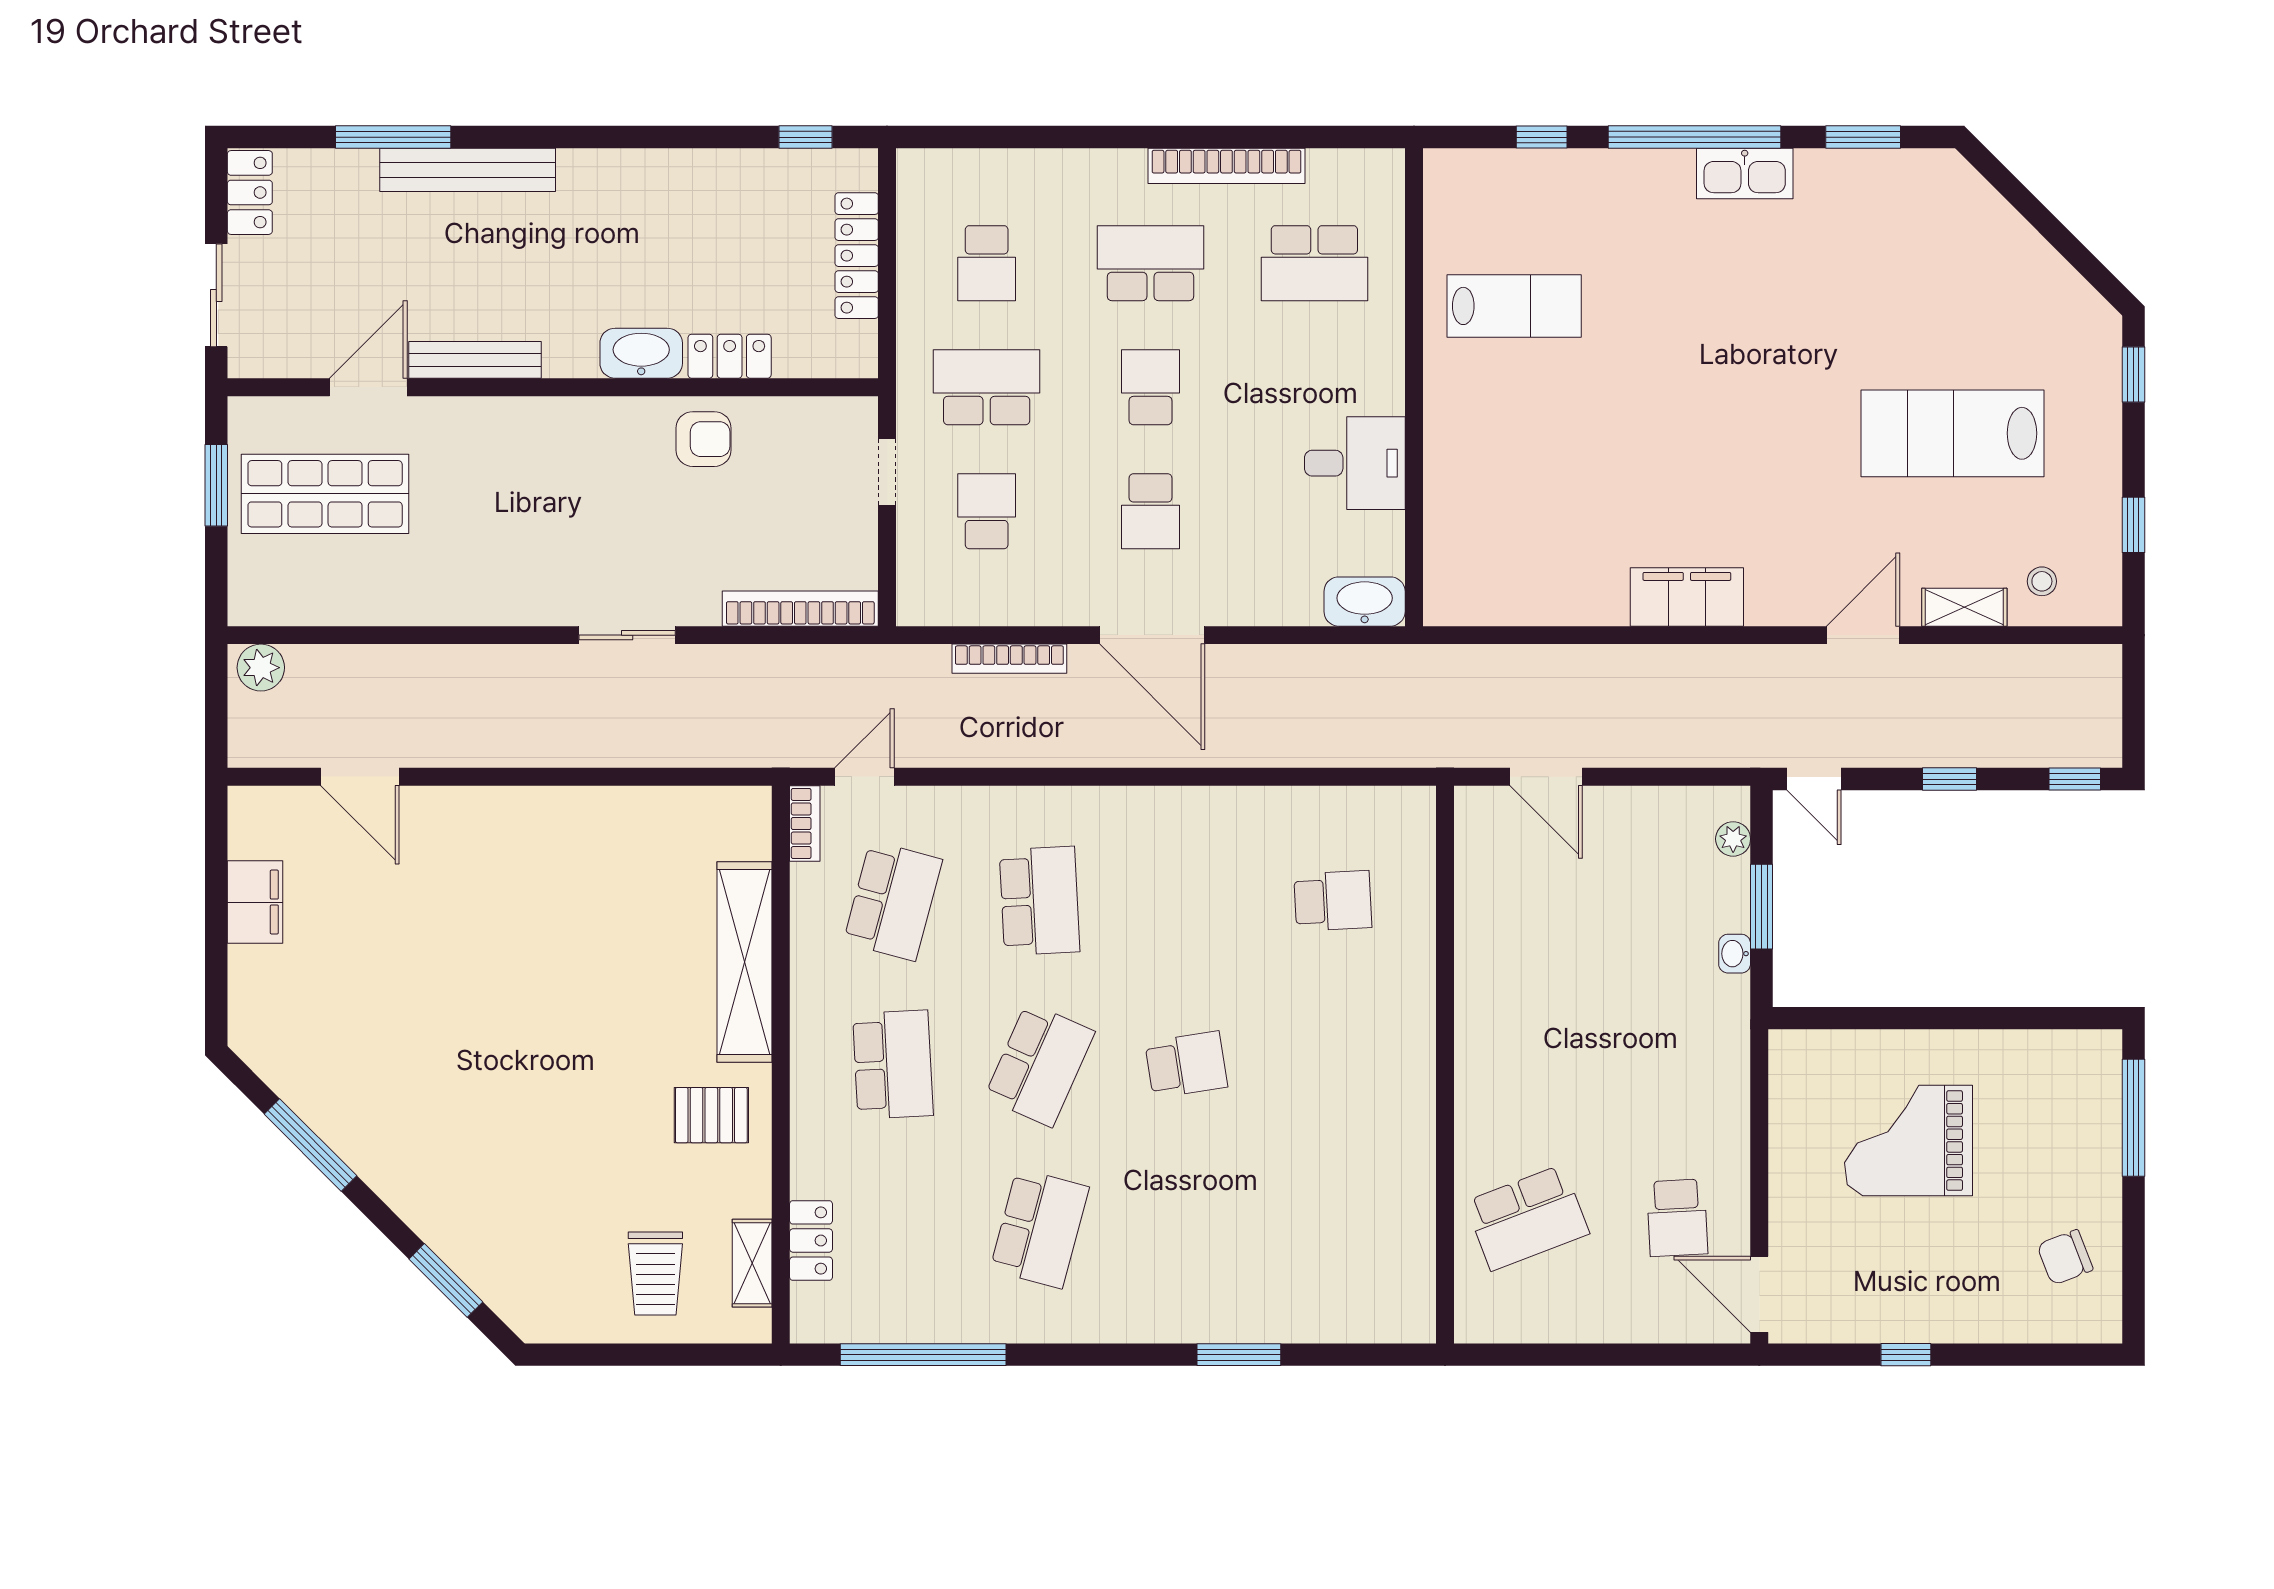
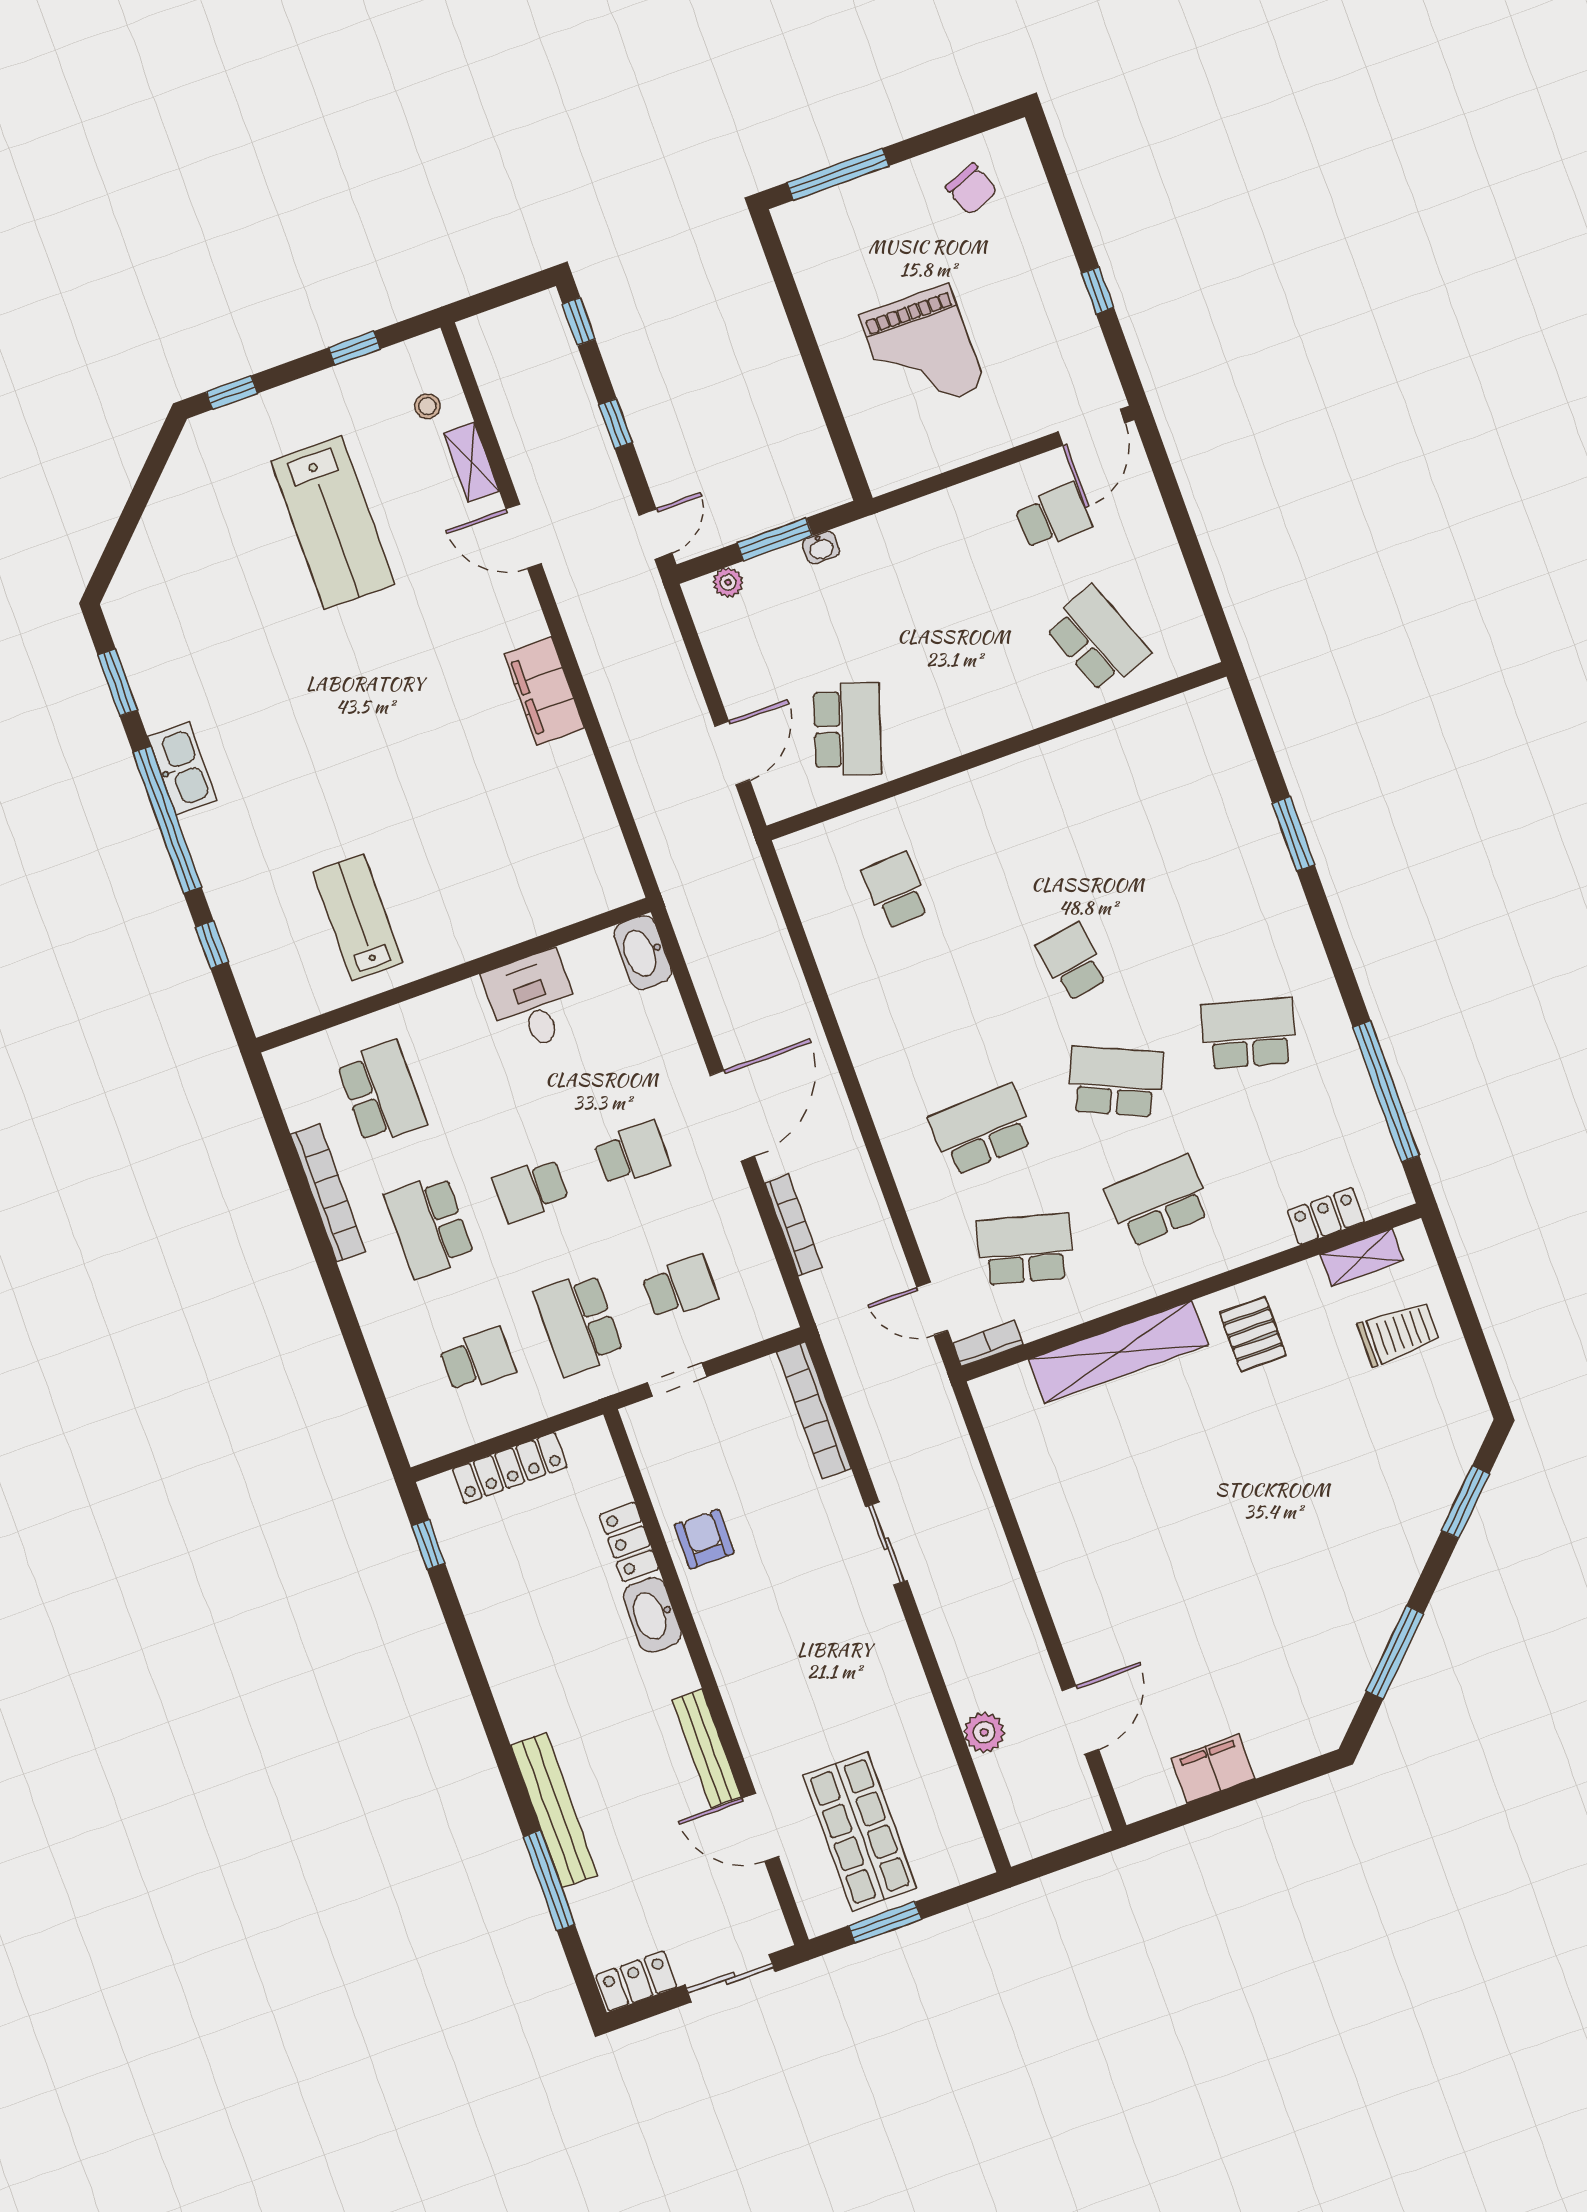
school desk: (987, 511) -> (680, 1287), turned 180
plant: (261, 668) -> (984, 1732), moved
school desk: (1527, 911) -> (848, 729), added

